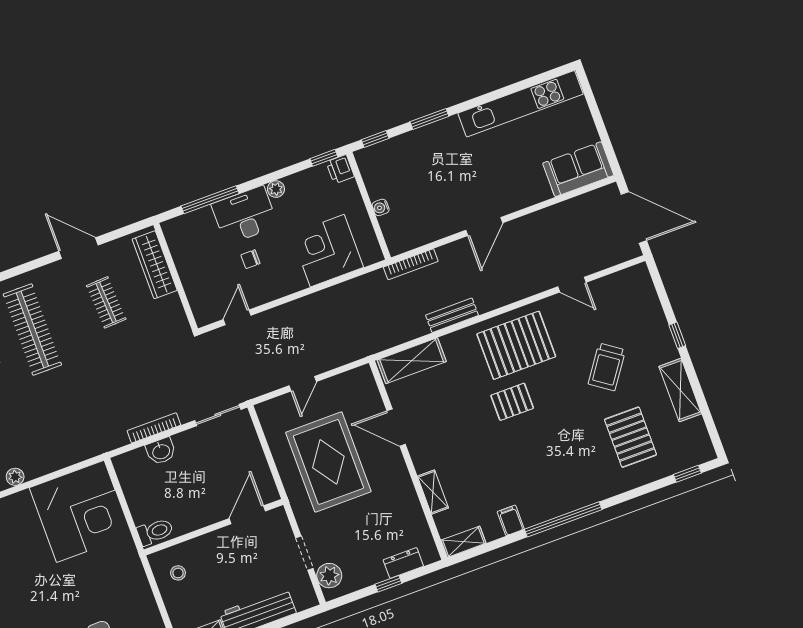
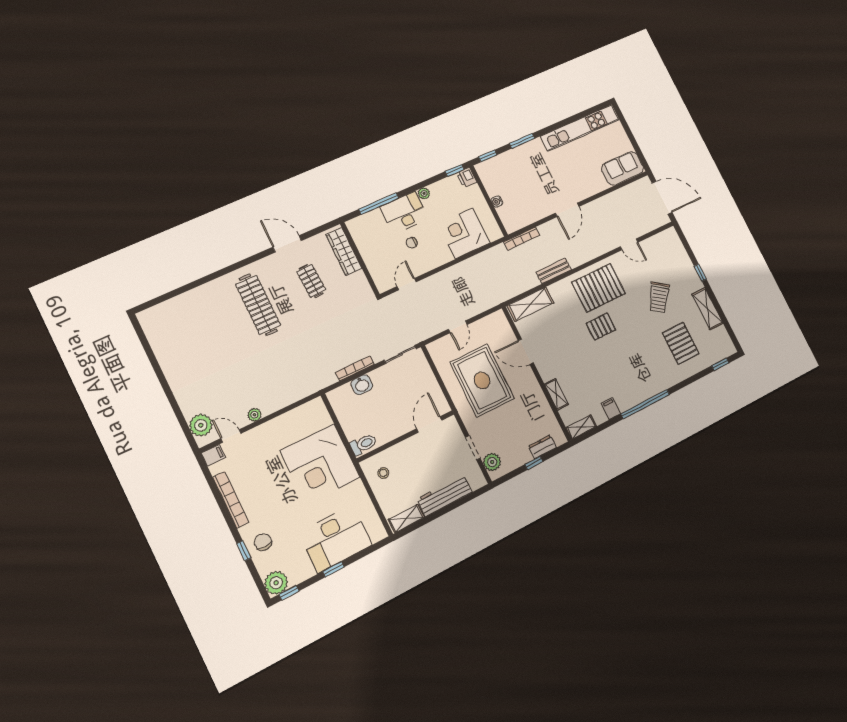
corner desk: (80, 511) -> (320, 464), moved, turned 90

